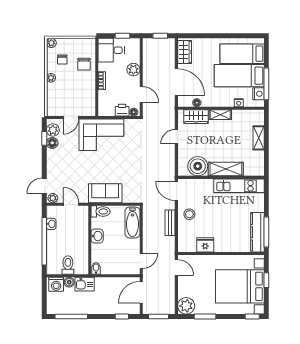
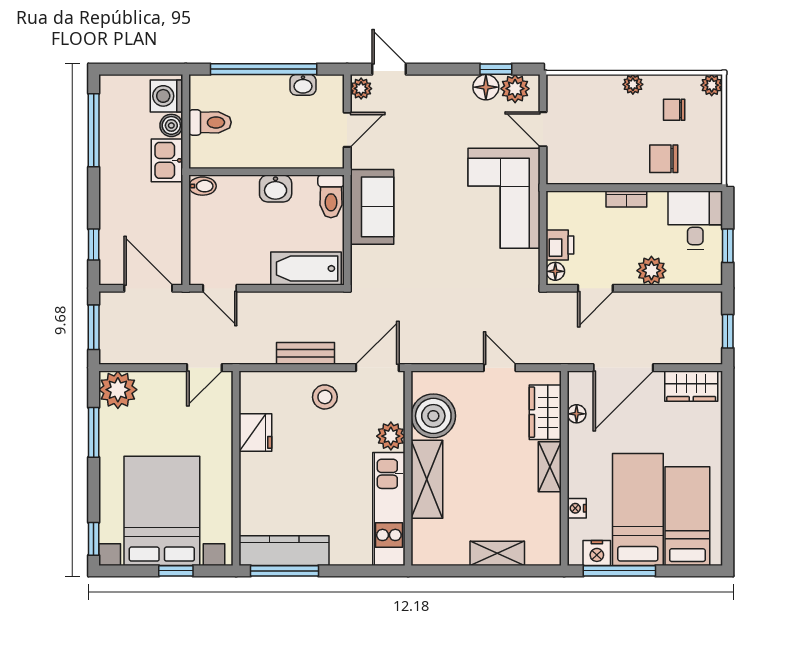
plant: (207, 185) -> (391, 436), added

